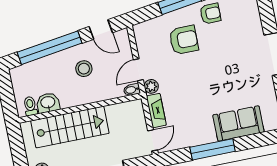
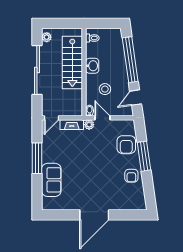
armchair: (184, 40) -> (126, 145), moved
stool: (84, 69) -> (105, 89), moved
washbasin: (48, 103) -> (92, 66), moved
door: (153, 140) -> (52, 118), hinge flipped

